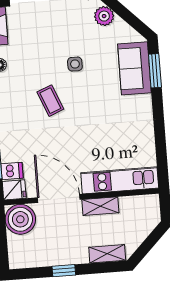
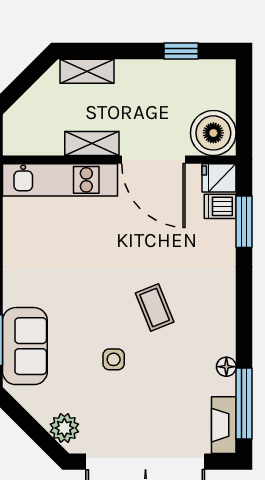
window: (64, 271) -> (181, 51), moved

